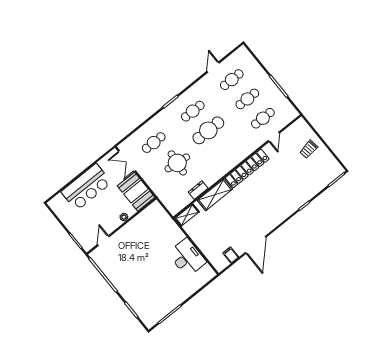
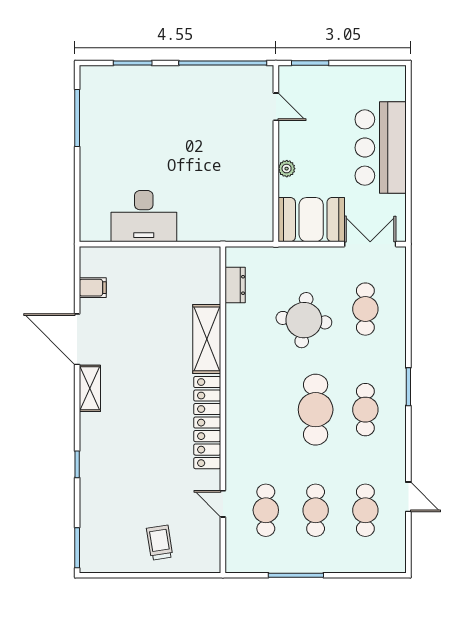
dresser: (198, 190) -> (235, 285), moved
shelving: (187, 215) -> (90, 388), moved

